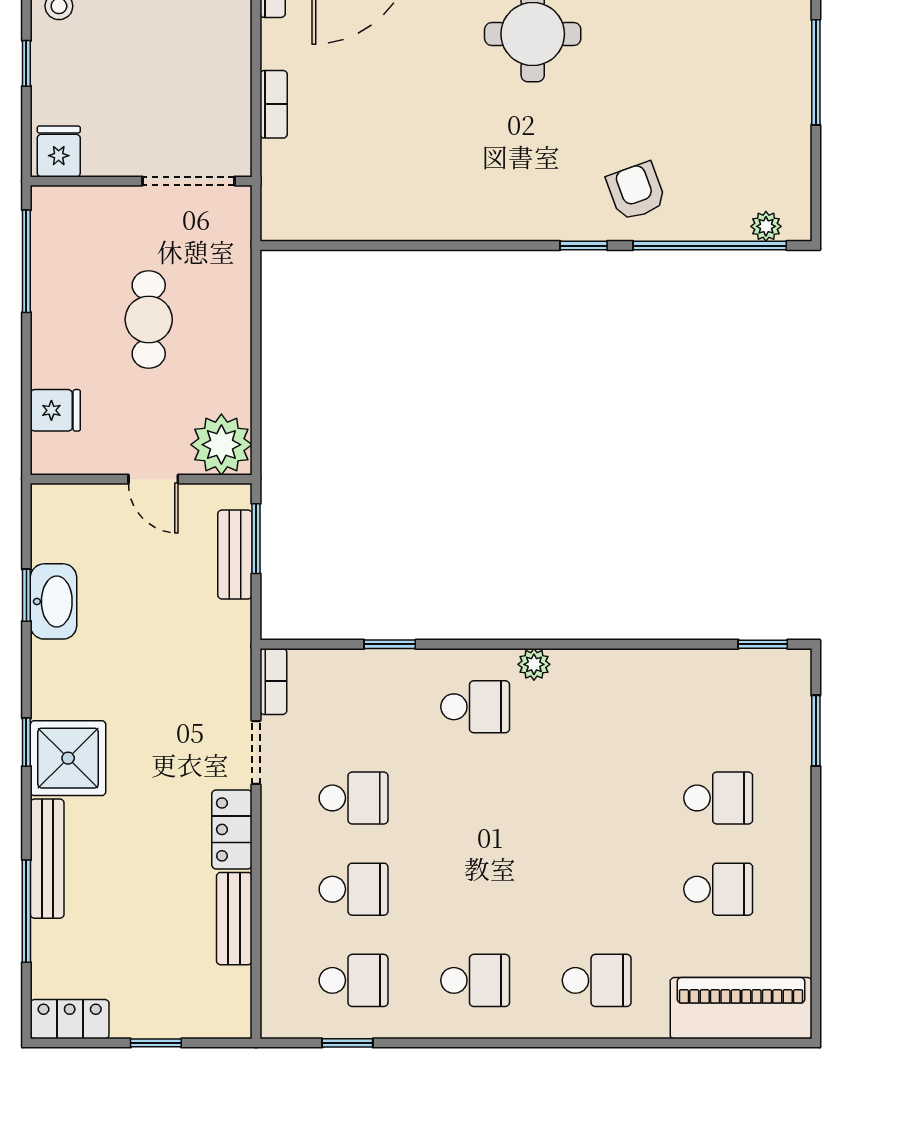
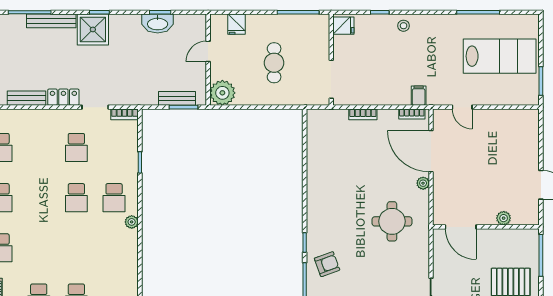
cafe table: (149, 320) -> (274, 63), turned 90
door: (153, 479) -> (208, 51), moved
school desk: (354, 889) -> (76, 198), moved

